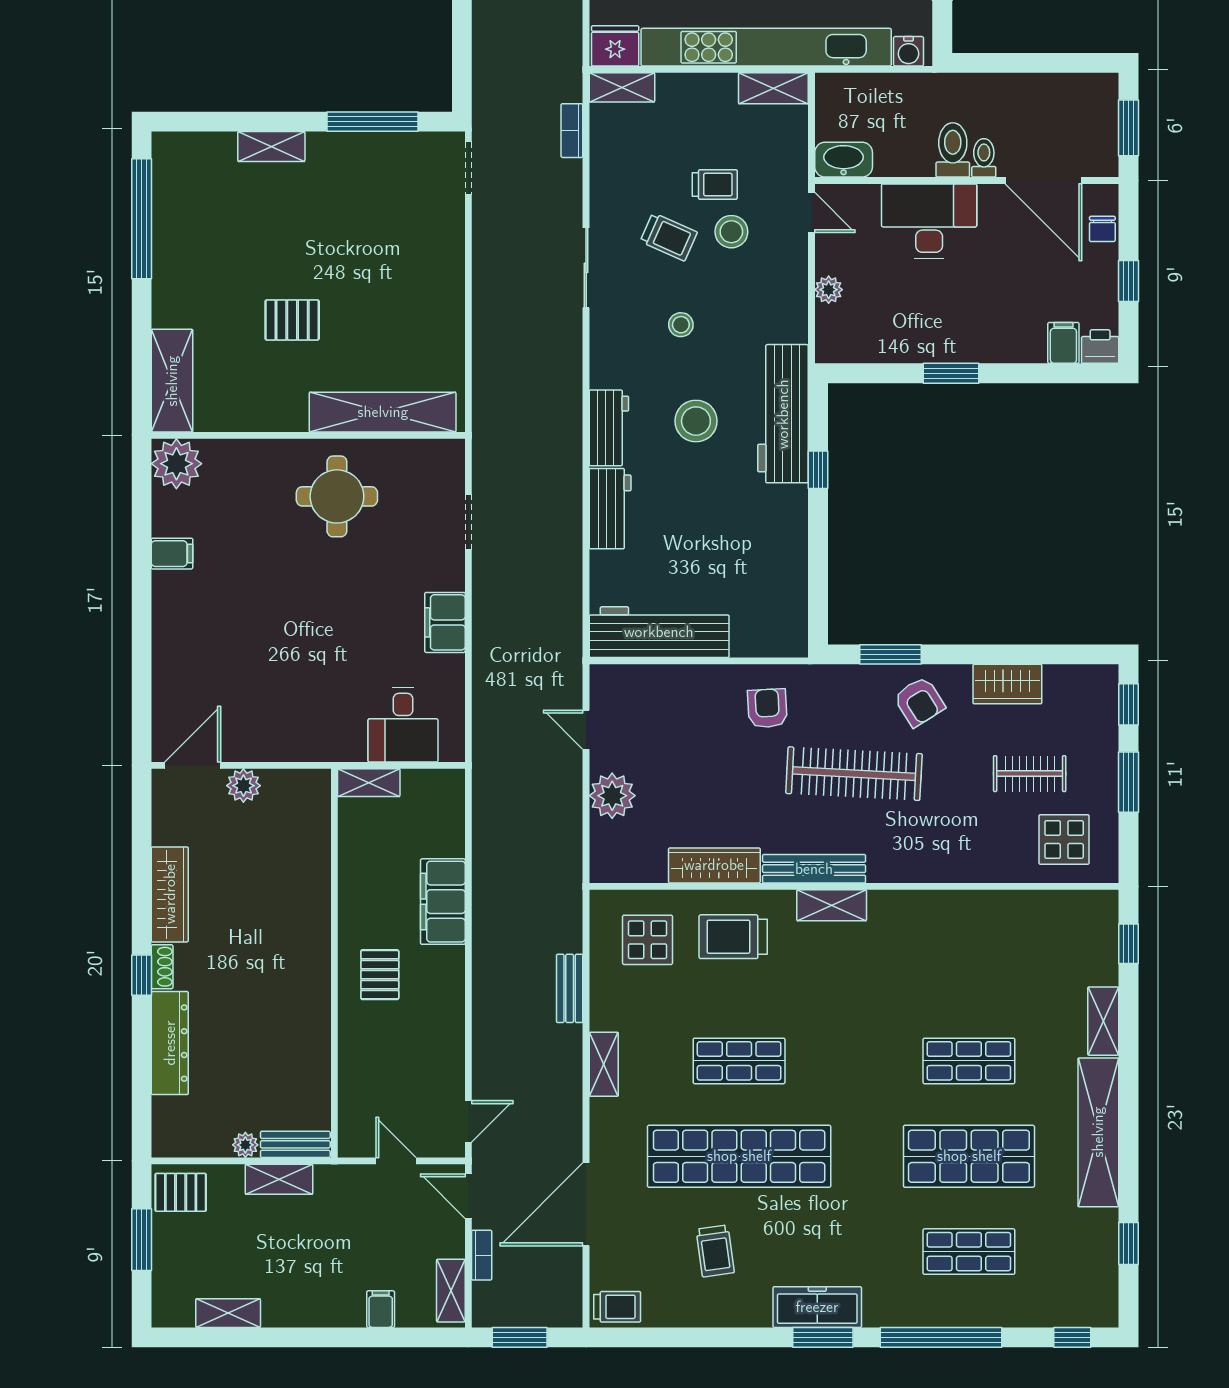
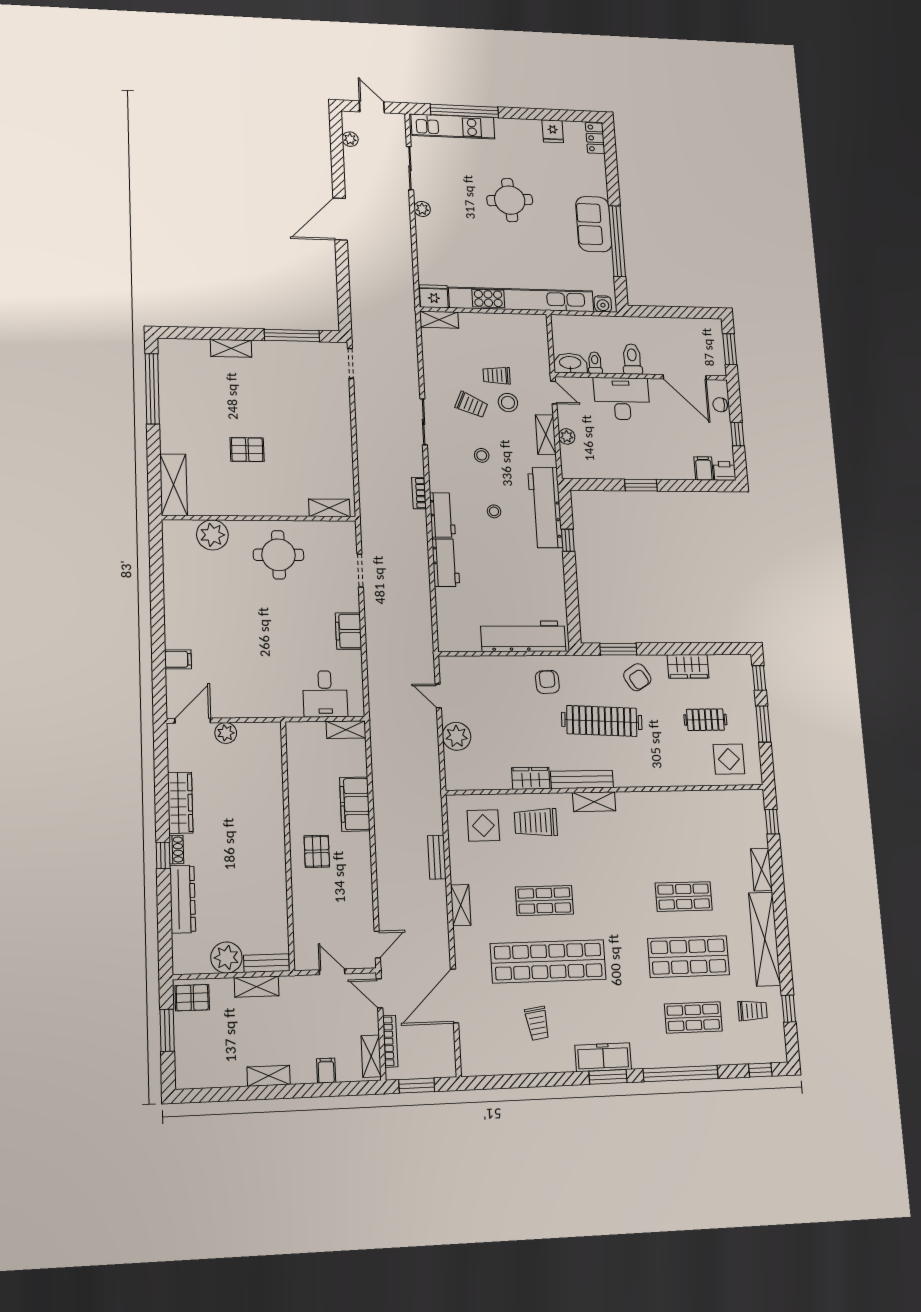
shelving: (773, 88) -> (546, 434), moved, turned 90
bookcase: (572, 131) -> (419, 493), moved
toilet: (984, 158) -> (595, 363), moved
trolley: (715, 184) -> (497, 376), turned 180
chair: (1102, 229) -> (720, 405), turned 91
shelving: (383, 412) -> (329, 508), width x0.45, depth x0.75
stool: (696, 421) -> (494, 511), width x0.53, depth x0.53
plant: (176, 464) -> (212, 535), moved
filing cabinet: (172, 554) -> (178, 659), moved
workbench: (659, 632) -> (523, 636), moved
shelving: (369, 783) -> (346, 730), moved
wardrobe: (714, 865) -> (531, 778), width x0.67
plant: (245, 1145) -> (226, 958), width x1.87, depth x1.87
bookcase: (482, 1255) -> (390, 1041), width x1.56
trolley: (617, 1307) -> (753, 1011), moved
shelving: (228, 1313) -> (269, 1076), moved

